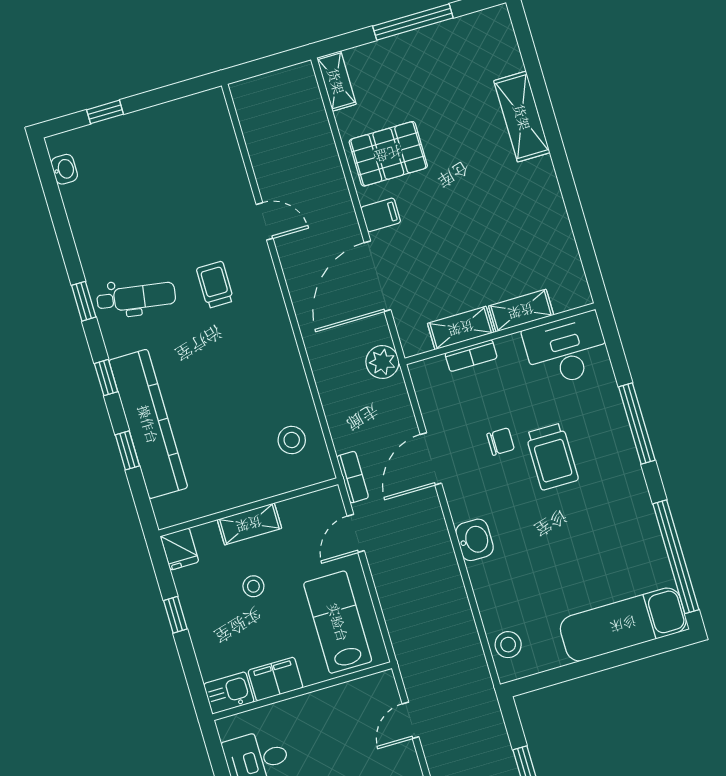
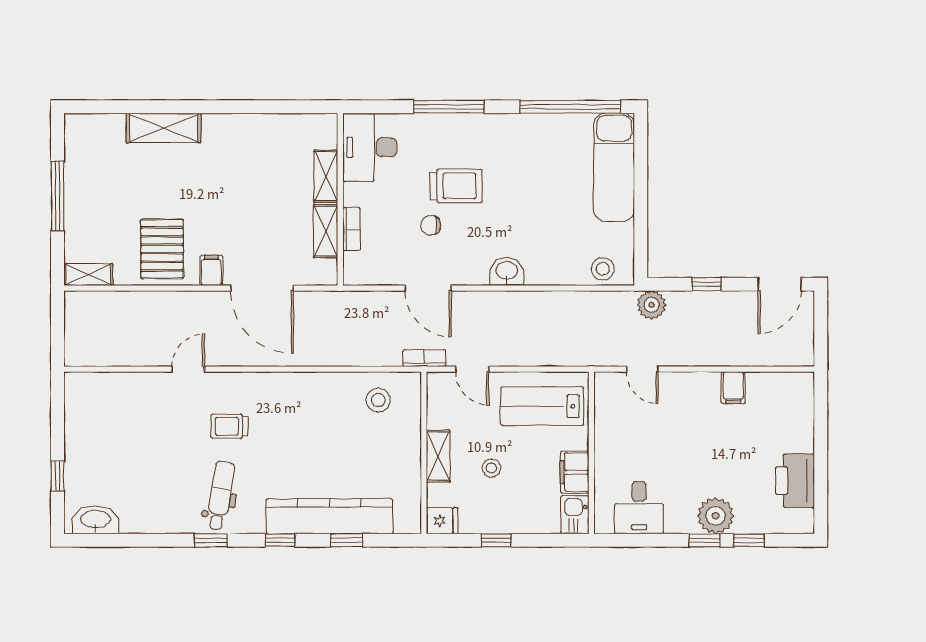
washbasin: (64, 169) -> (96, 520), width x1.91, depth x1.45
plant: (382, 362) -> (652, 305), moved
chair: (501, 442) -> (431, 225), turned -90

